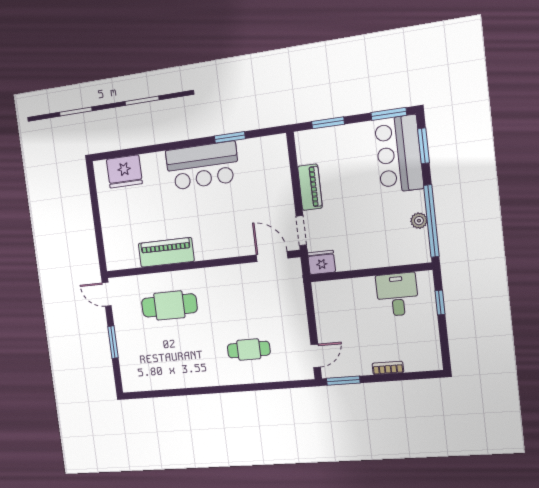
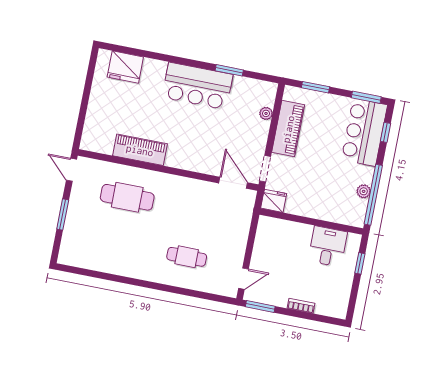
window: (424, 146) -> (386, 132), width x0.67
plant: (283, 170) -> (266, 113), added
piano: (310, 187) -> (288, 129), width x1.37, depth x1.33

